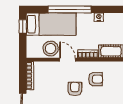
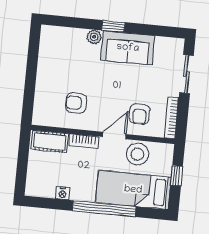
window: (23, 26) -> (177, 176), moved
door: (67, 60) -> (114, 136), swing flipped
armchair: (75, 89) -> (140, 114), moved

